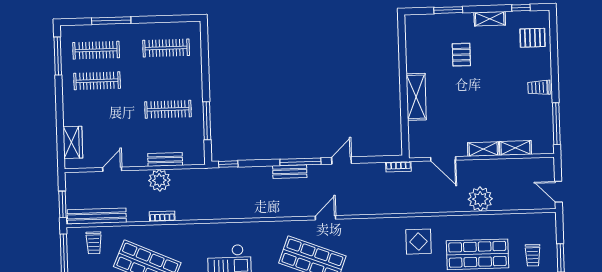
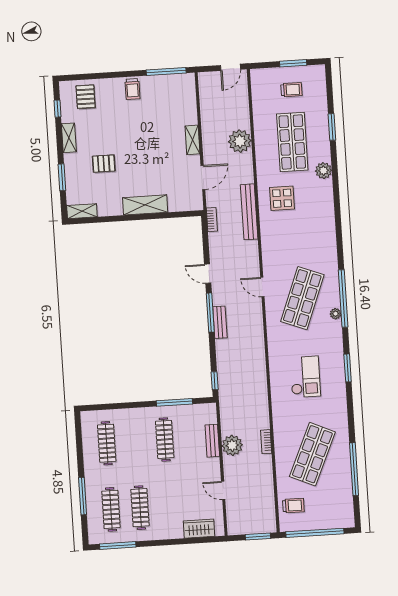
shelving: (515, 148) -> (82, 211), moved, turned 90
bench: (97, 216) -> (249, 212), moved

